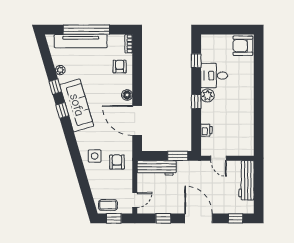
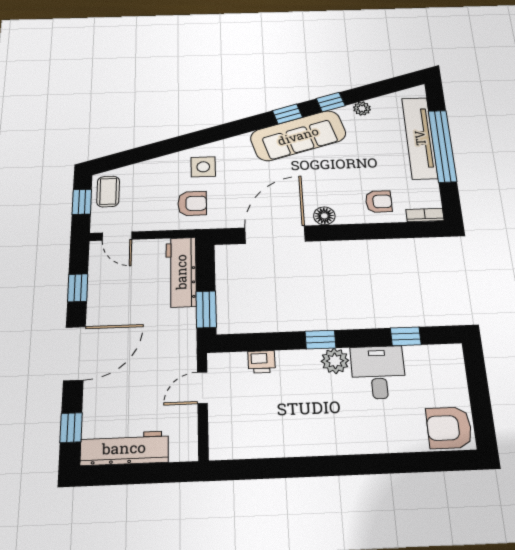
armchair: (243, 46) -> (449, 428), turned -90
workbench: (246, 180) -> (124, 448), moved

